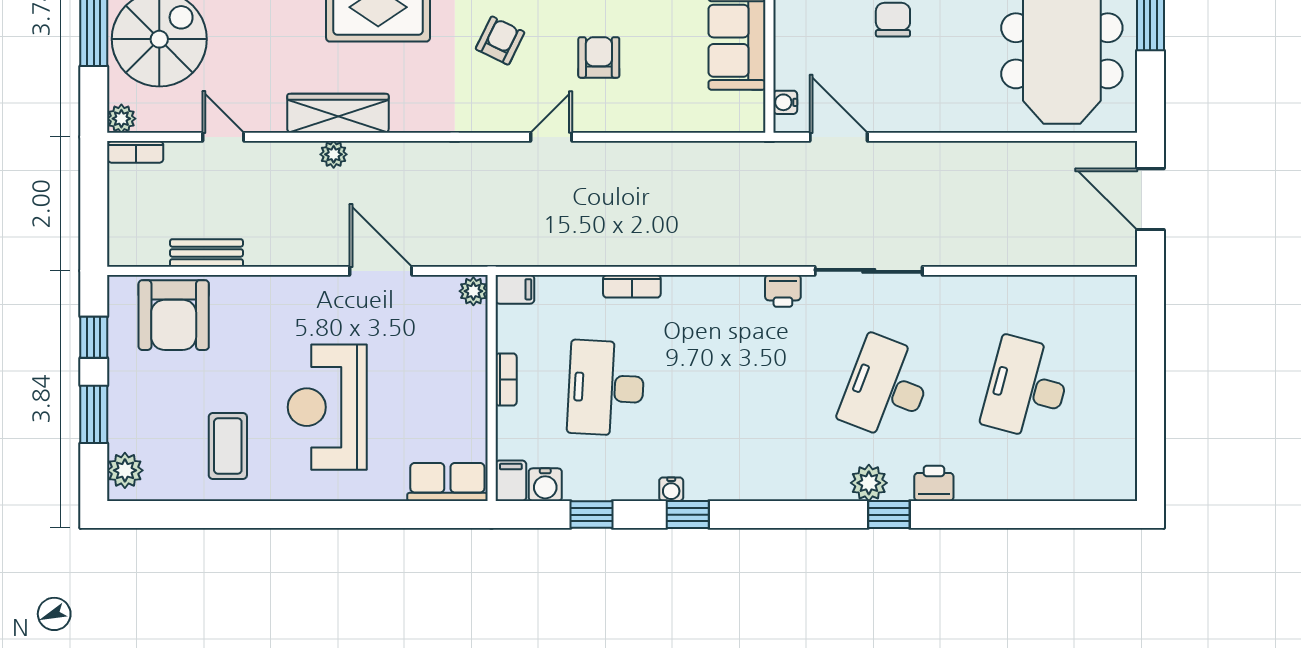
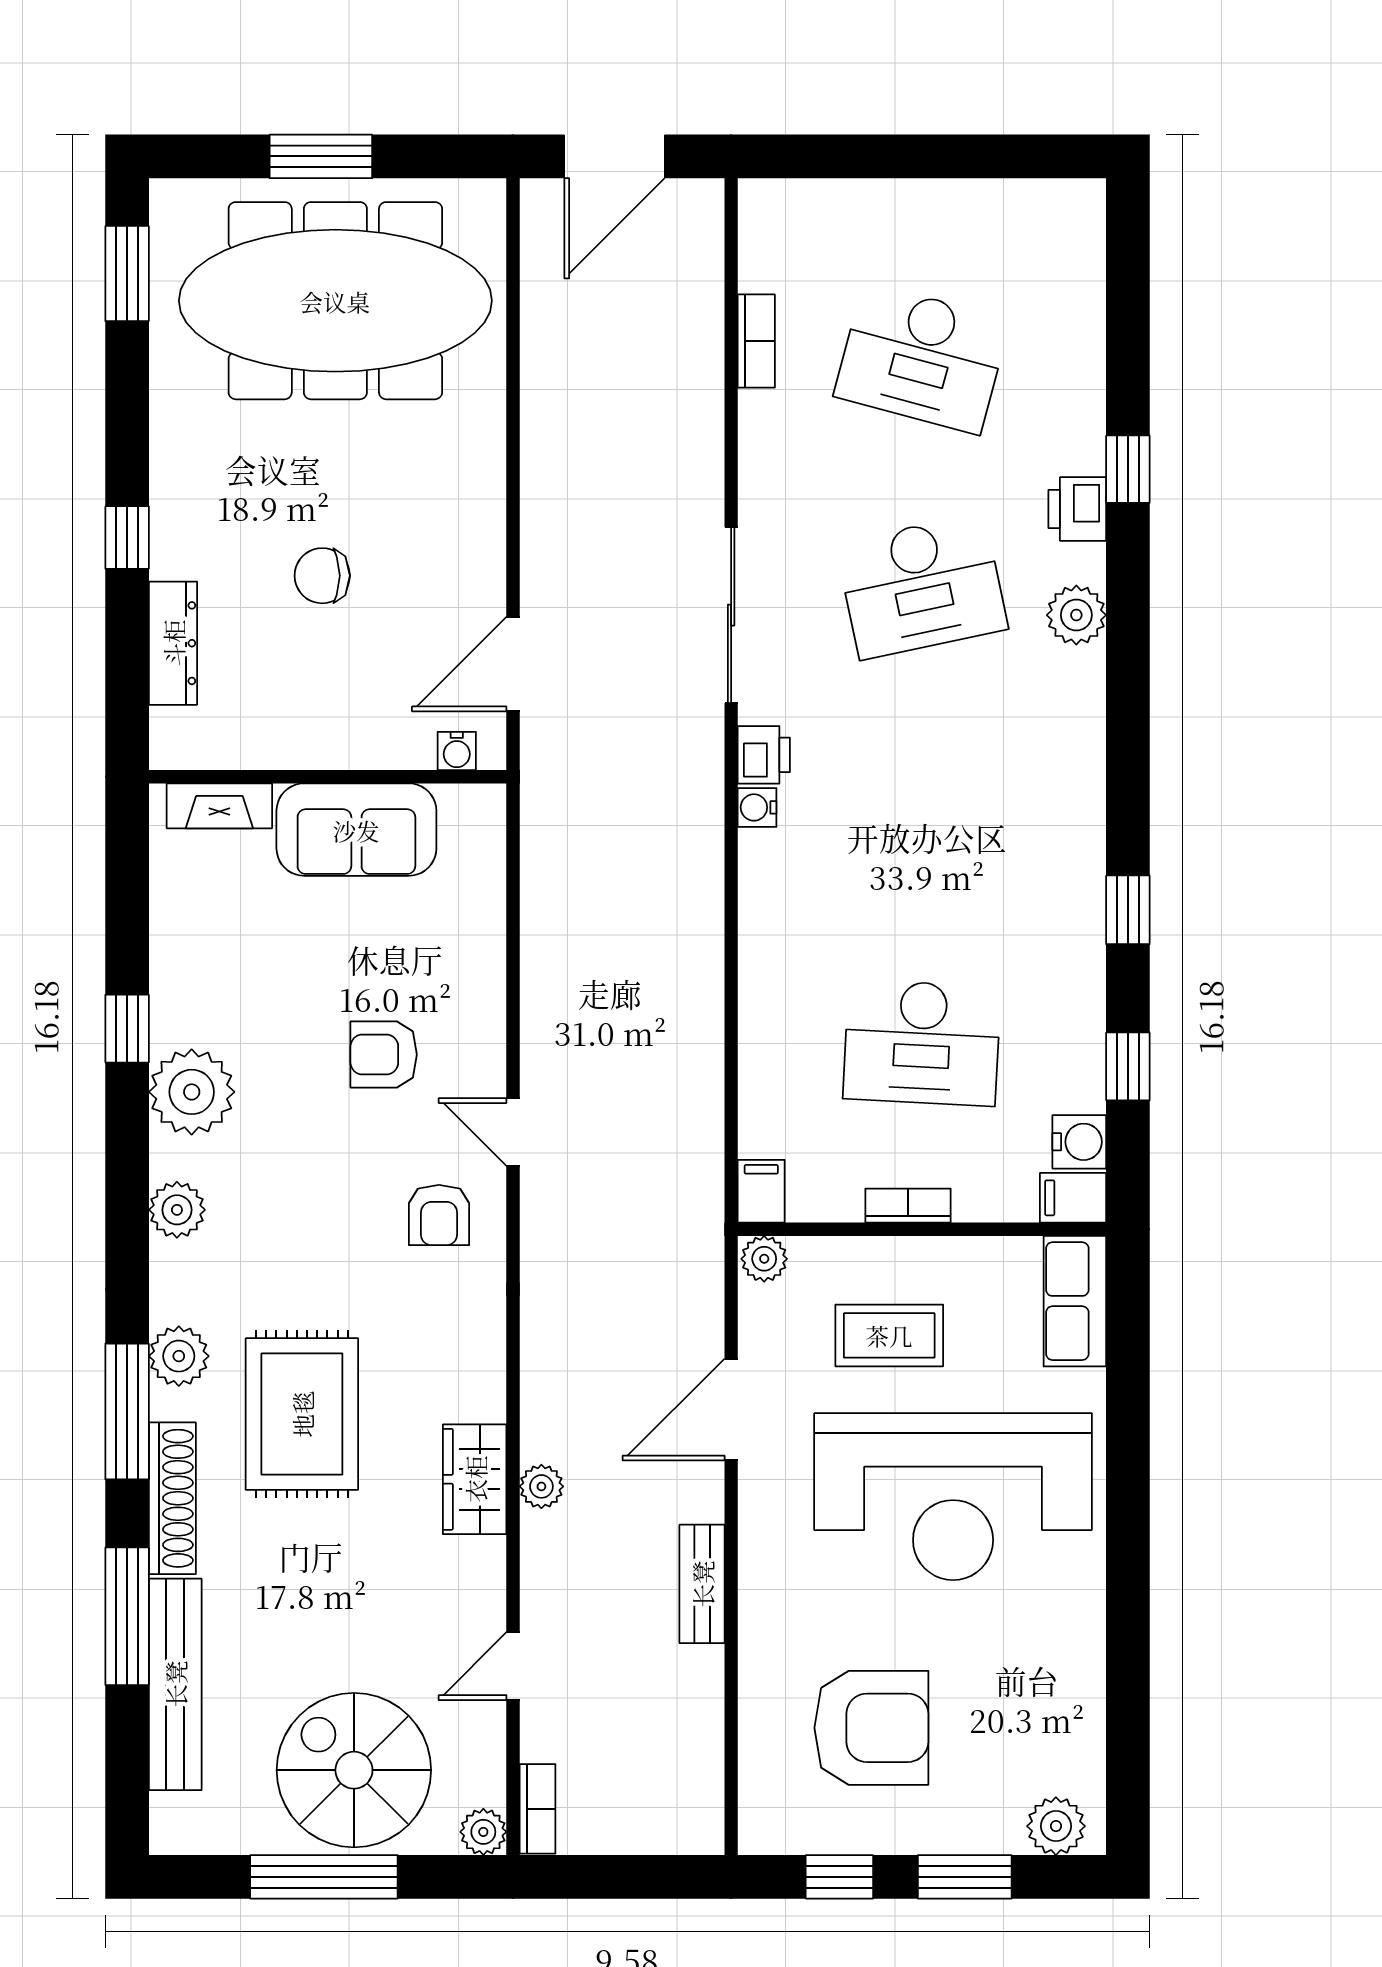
armchair: (500, 41) -> (439, 1215), moved, turned -116
wardrobe: (338, 113) -> (475, 1479), width x0.67
bench: (206, 253) -> (702, 1584), moved
bookcase: (632, 286) -> (756, 341), moved
armchair: (174, 315) -> (871, 1728), moved
desk: (886, 388) -> (922, 586), turned -33
reception desk: (327, 407) -> (953, 1497), width x1.36, depth x1.30
coffee table: (228, 446) -> (889, 1335), moved
water cooler: (671, 489) -> (757, 807), moved, turned 180
window: (889, 515) -> (1128, 469), moved

